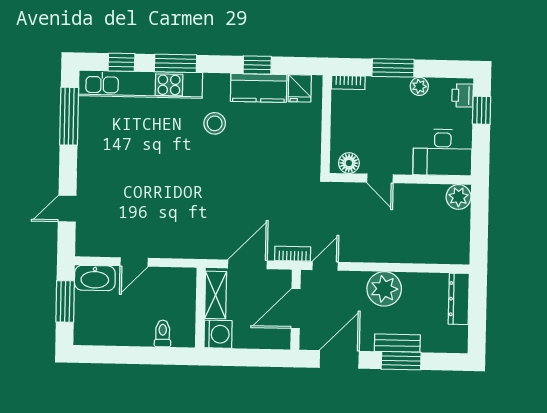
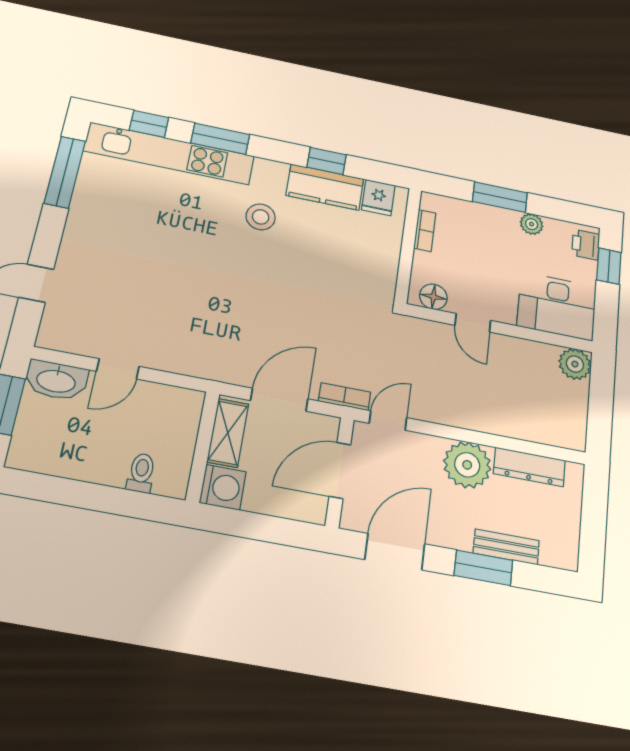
bookcase: (348, 83) -> (425, 231), moved, turned -90
dresser: (459, 299) -> (529, 467), moved, turned -90
bench: (397, 343) -> (506, 547), moved

